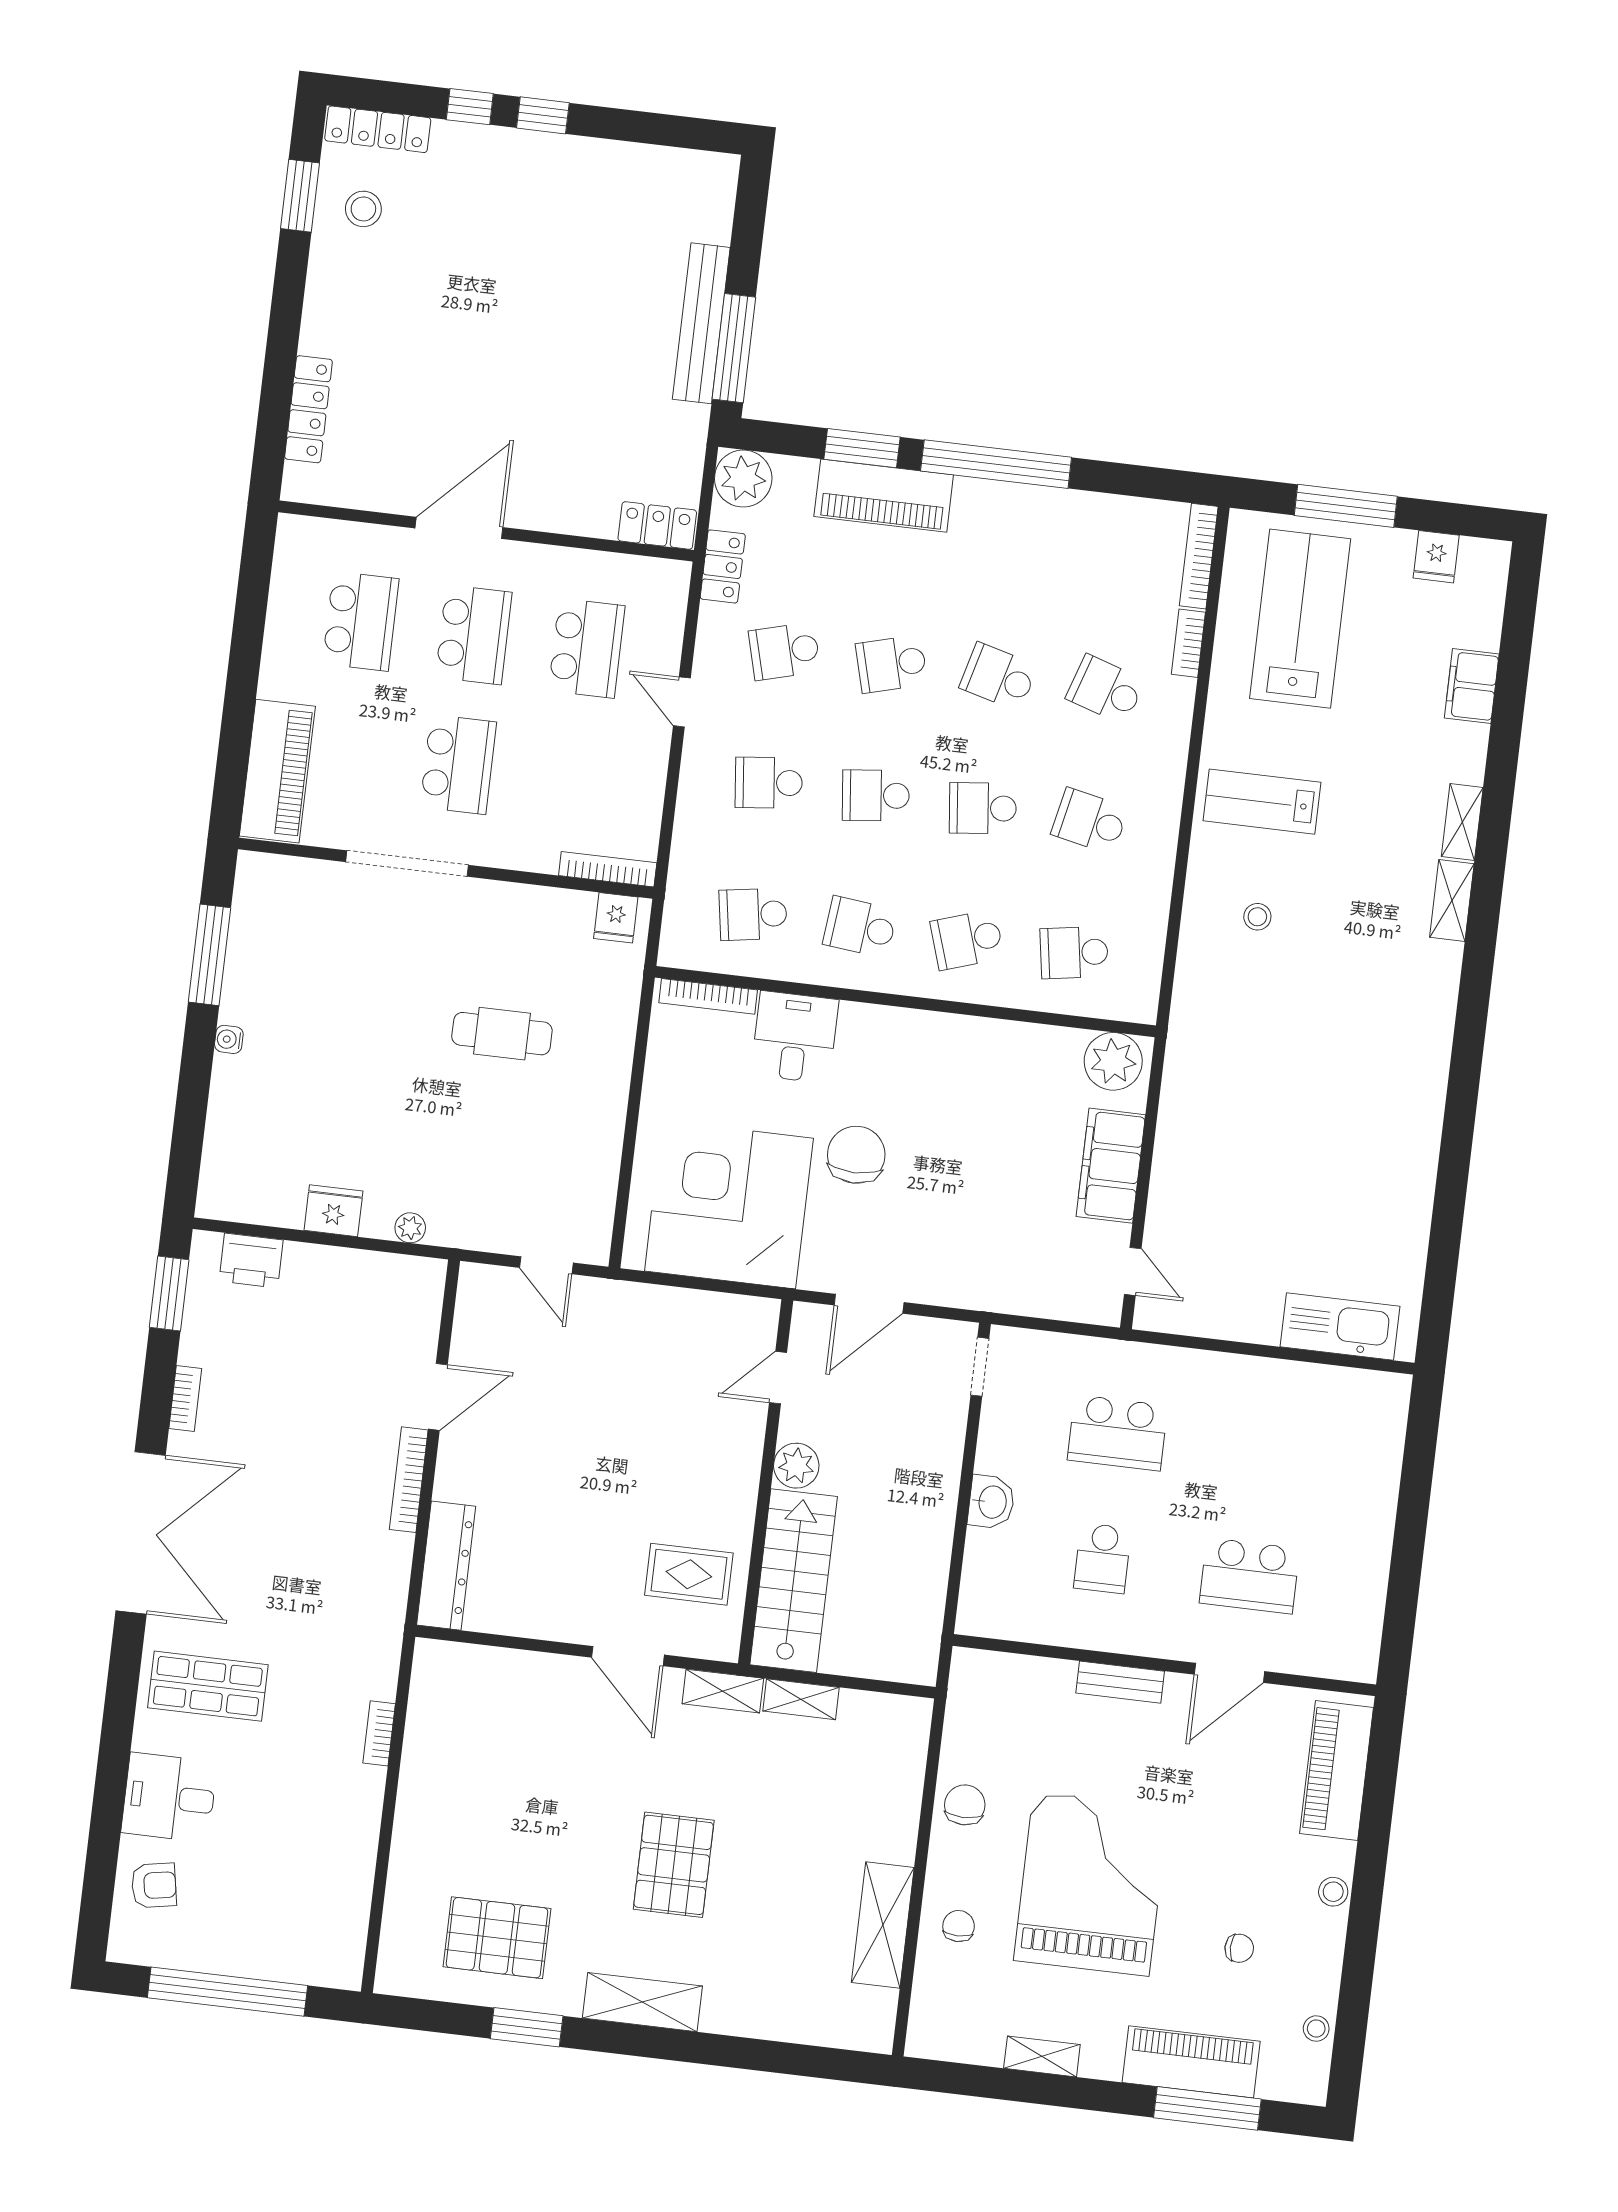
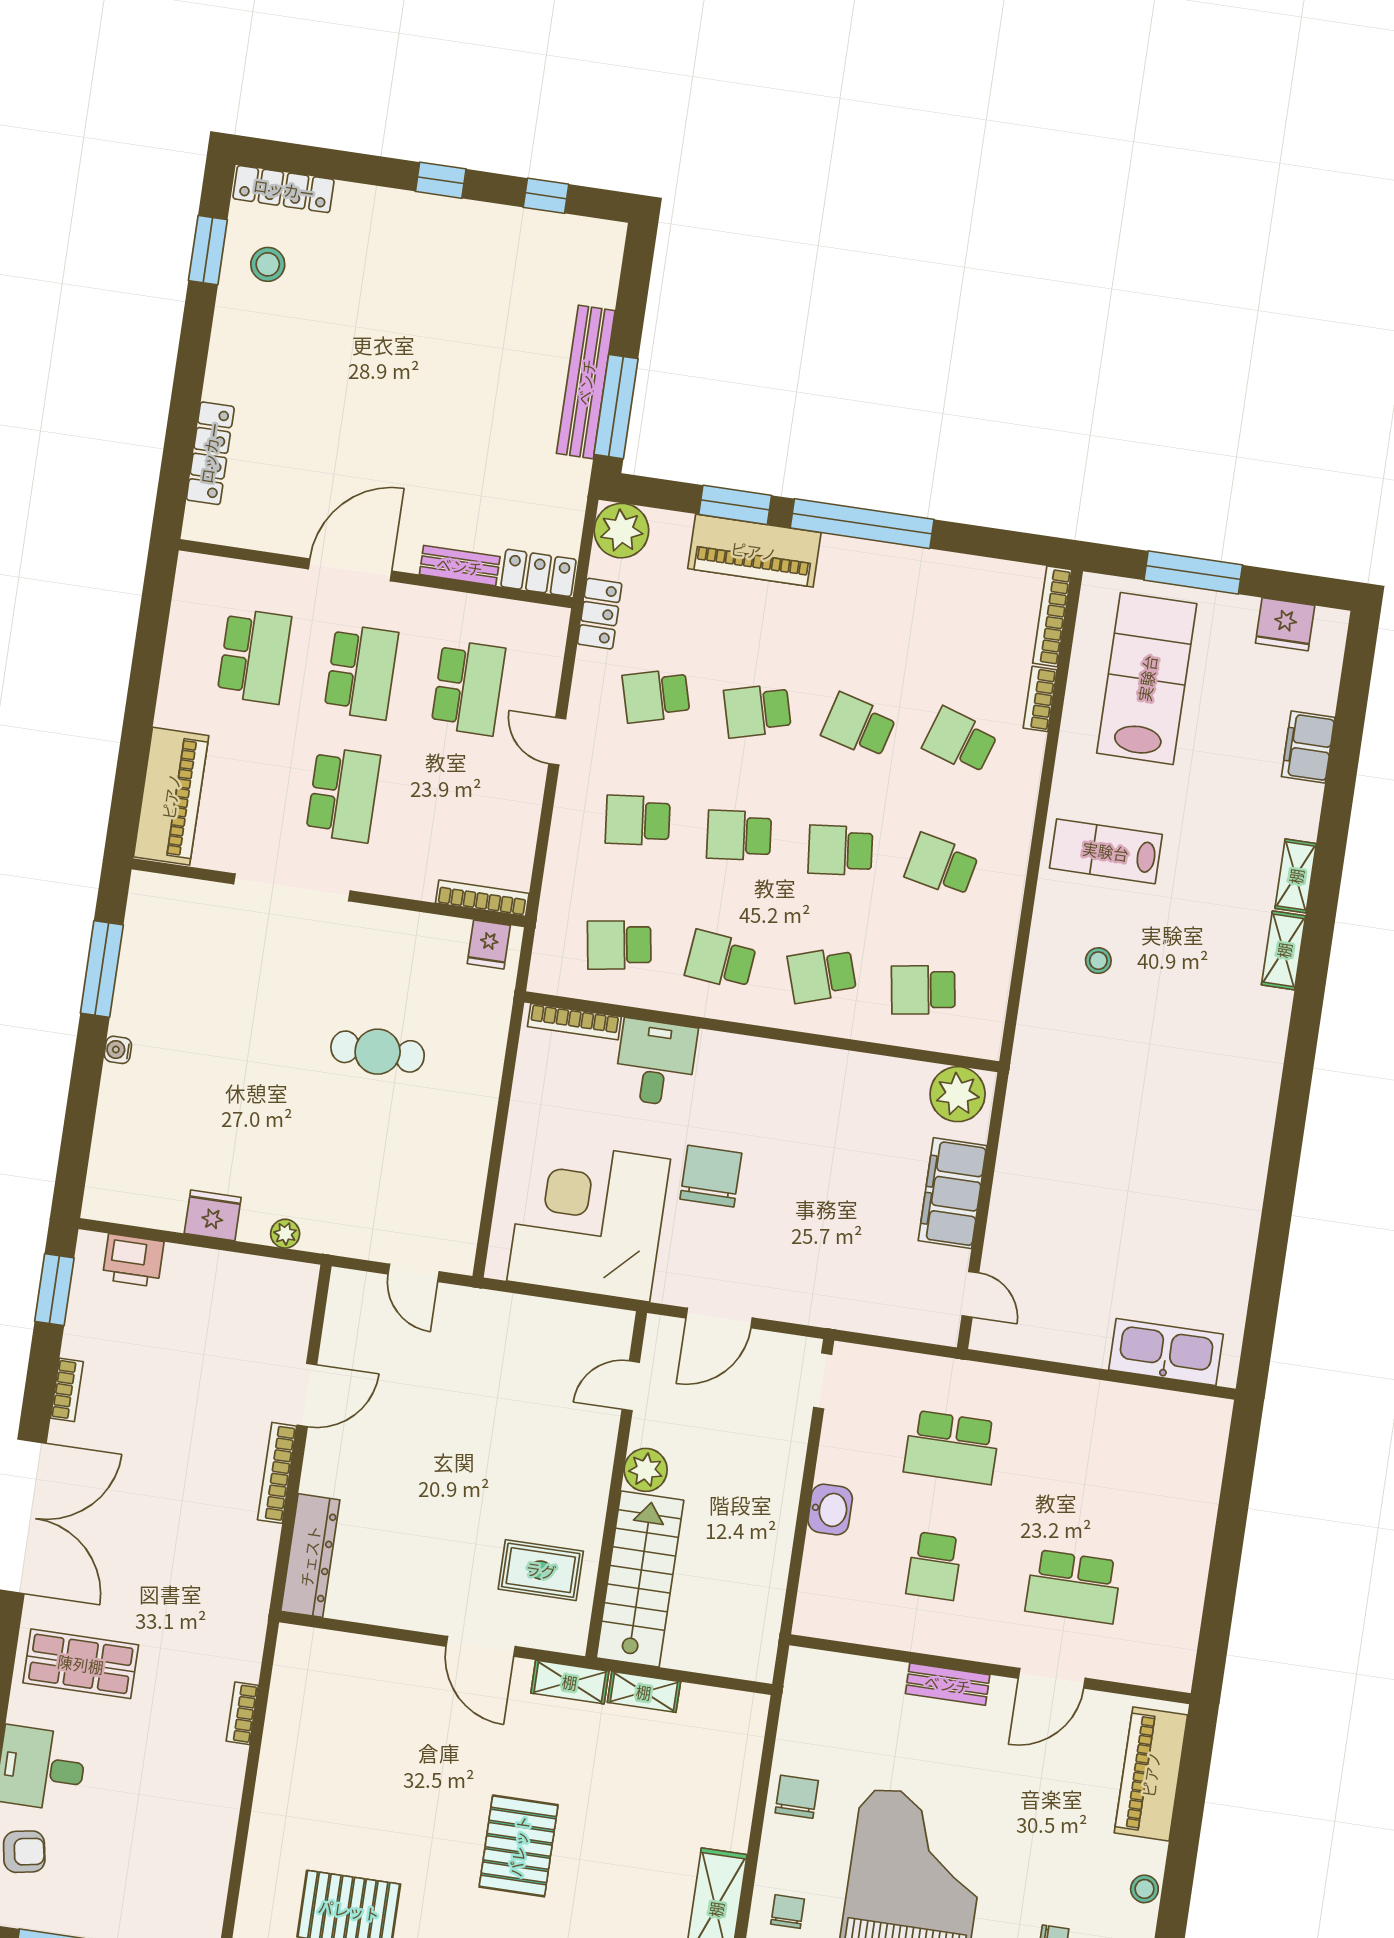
window: (470, 107) -> (546, 196), moved
bench: (574, 520) -> (460, 566), added
fridge: (1436, 557) -> (1285, 624), width x1.38

